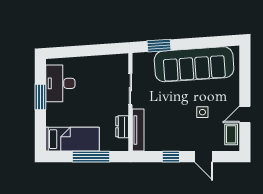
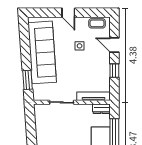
door: (245, 114) -> (68, 13), moved
dresser: (122, 127) -> (101, 109), moved
door: (204, 157) -> (114, 45), swing flipped

